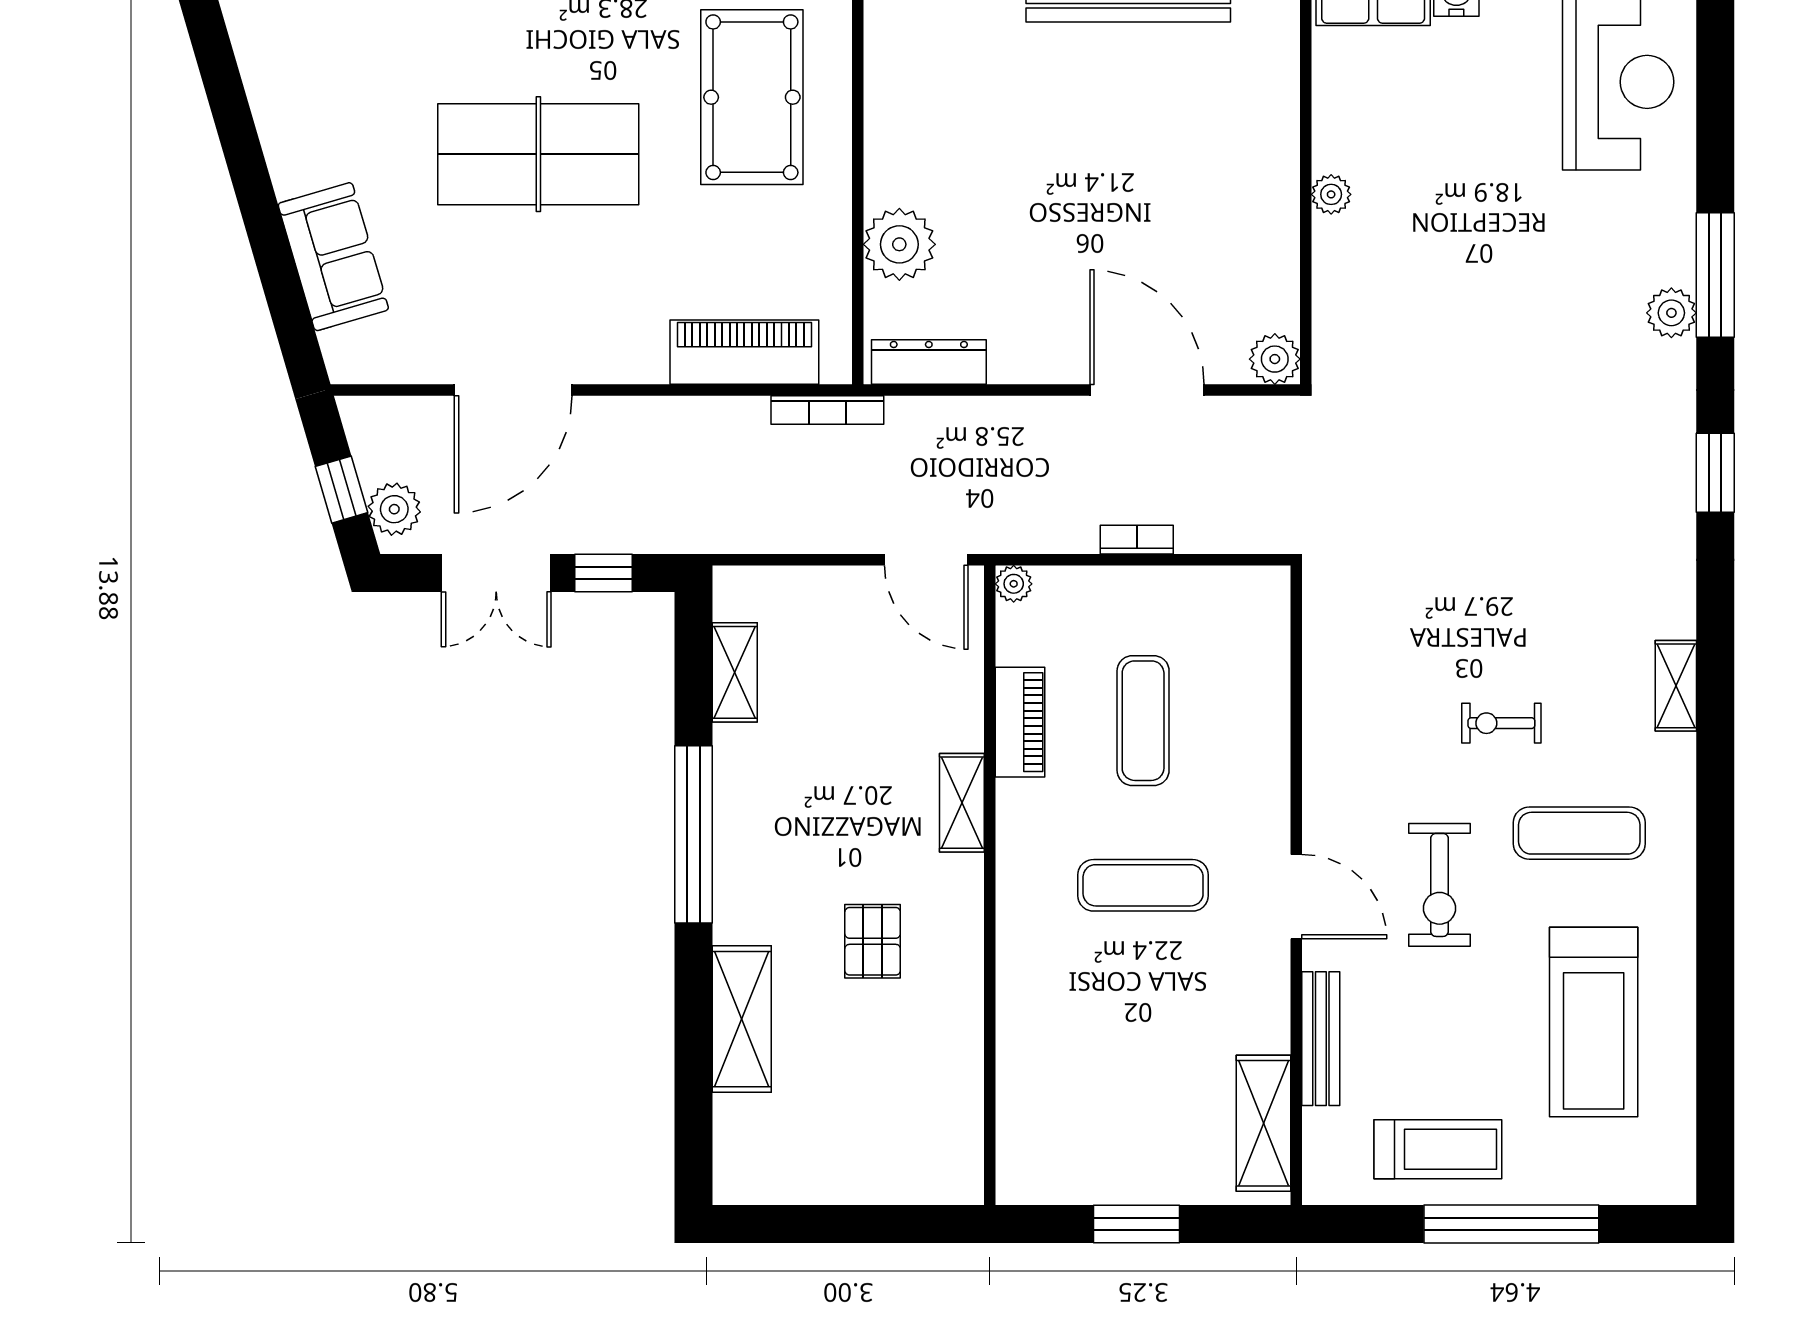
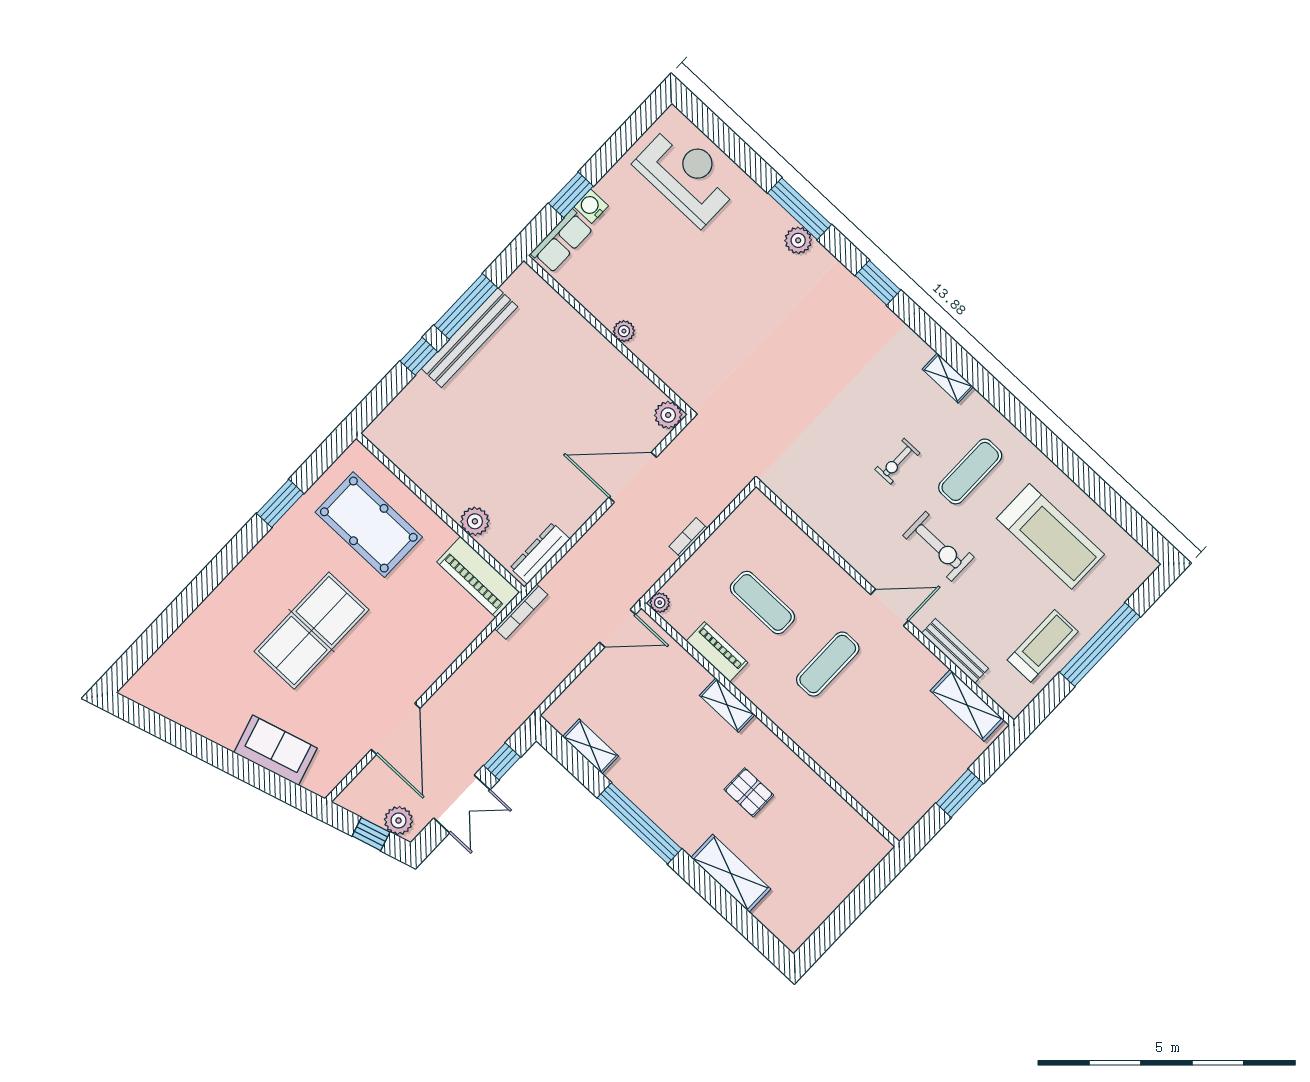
plant: (899, 244) -> (475, 521), width x0.73, depth x0.73
piano: (744, 352) -> (478, 577), moved, turned -90

